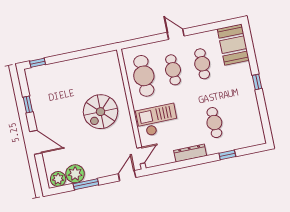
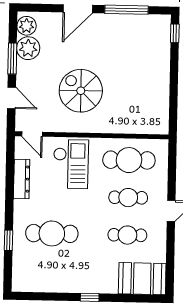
window: (28, 104) -> (126, 10), width x2.17
spiral stairs: (101, 112) -> (81, 91), moved
cafe table: (214, 123) -> (52, 233), width x1.37, depth x1.35
dresser: (190, 153) -> (22, 179), moved
door: (127, 176) -> (11, 98), moved

